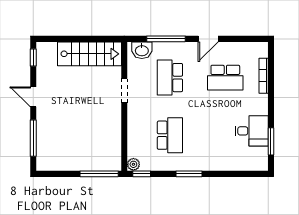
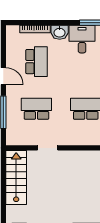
washbasin: (142, 50) -> (60, 32), moved, turned 90
school desk: (170, 78) -> (36, 109), turned 180

